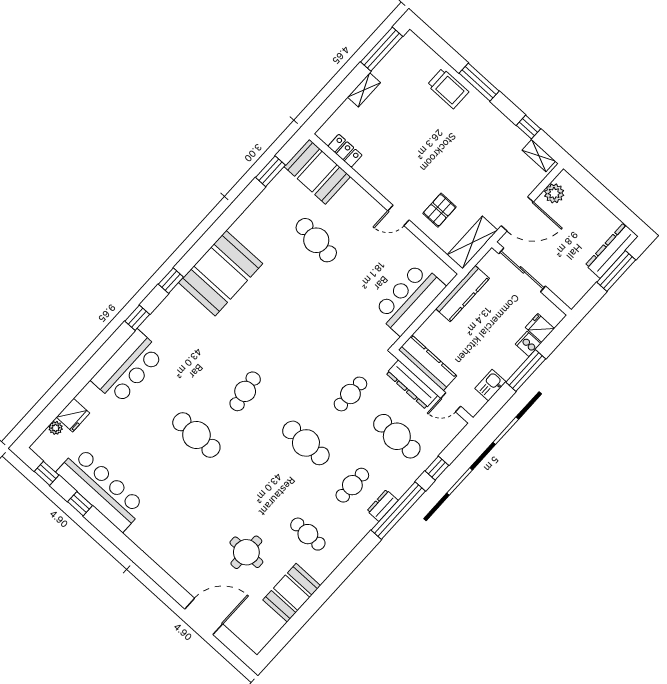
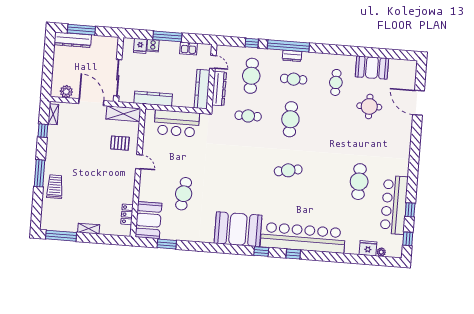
bar counter: (128, 367) -> (303, 238), width x1.86
cafe table: (196, 435) -> (359, 182), moved

